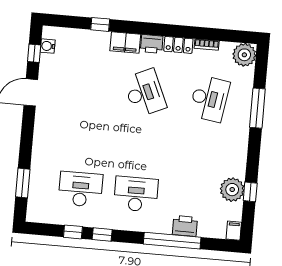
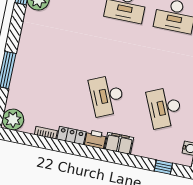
window: (100, 24) -> (163, 167), moved
desk: (209, 99) -> (165, 108), moved, turned -33

